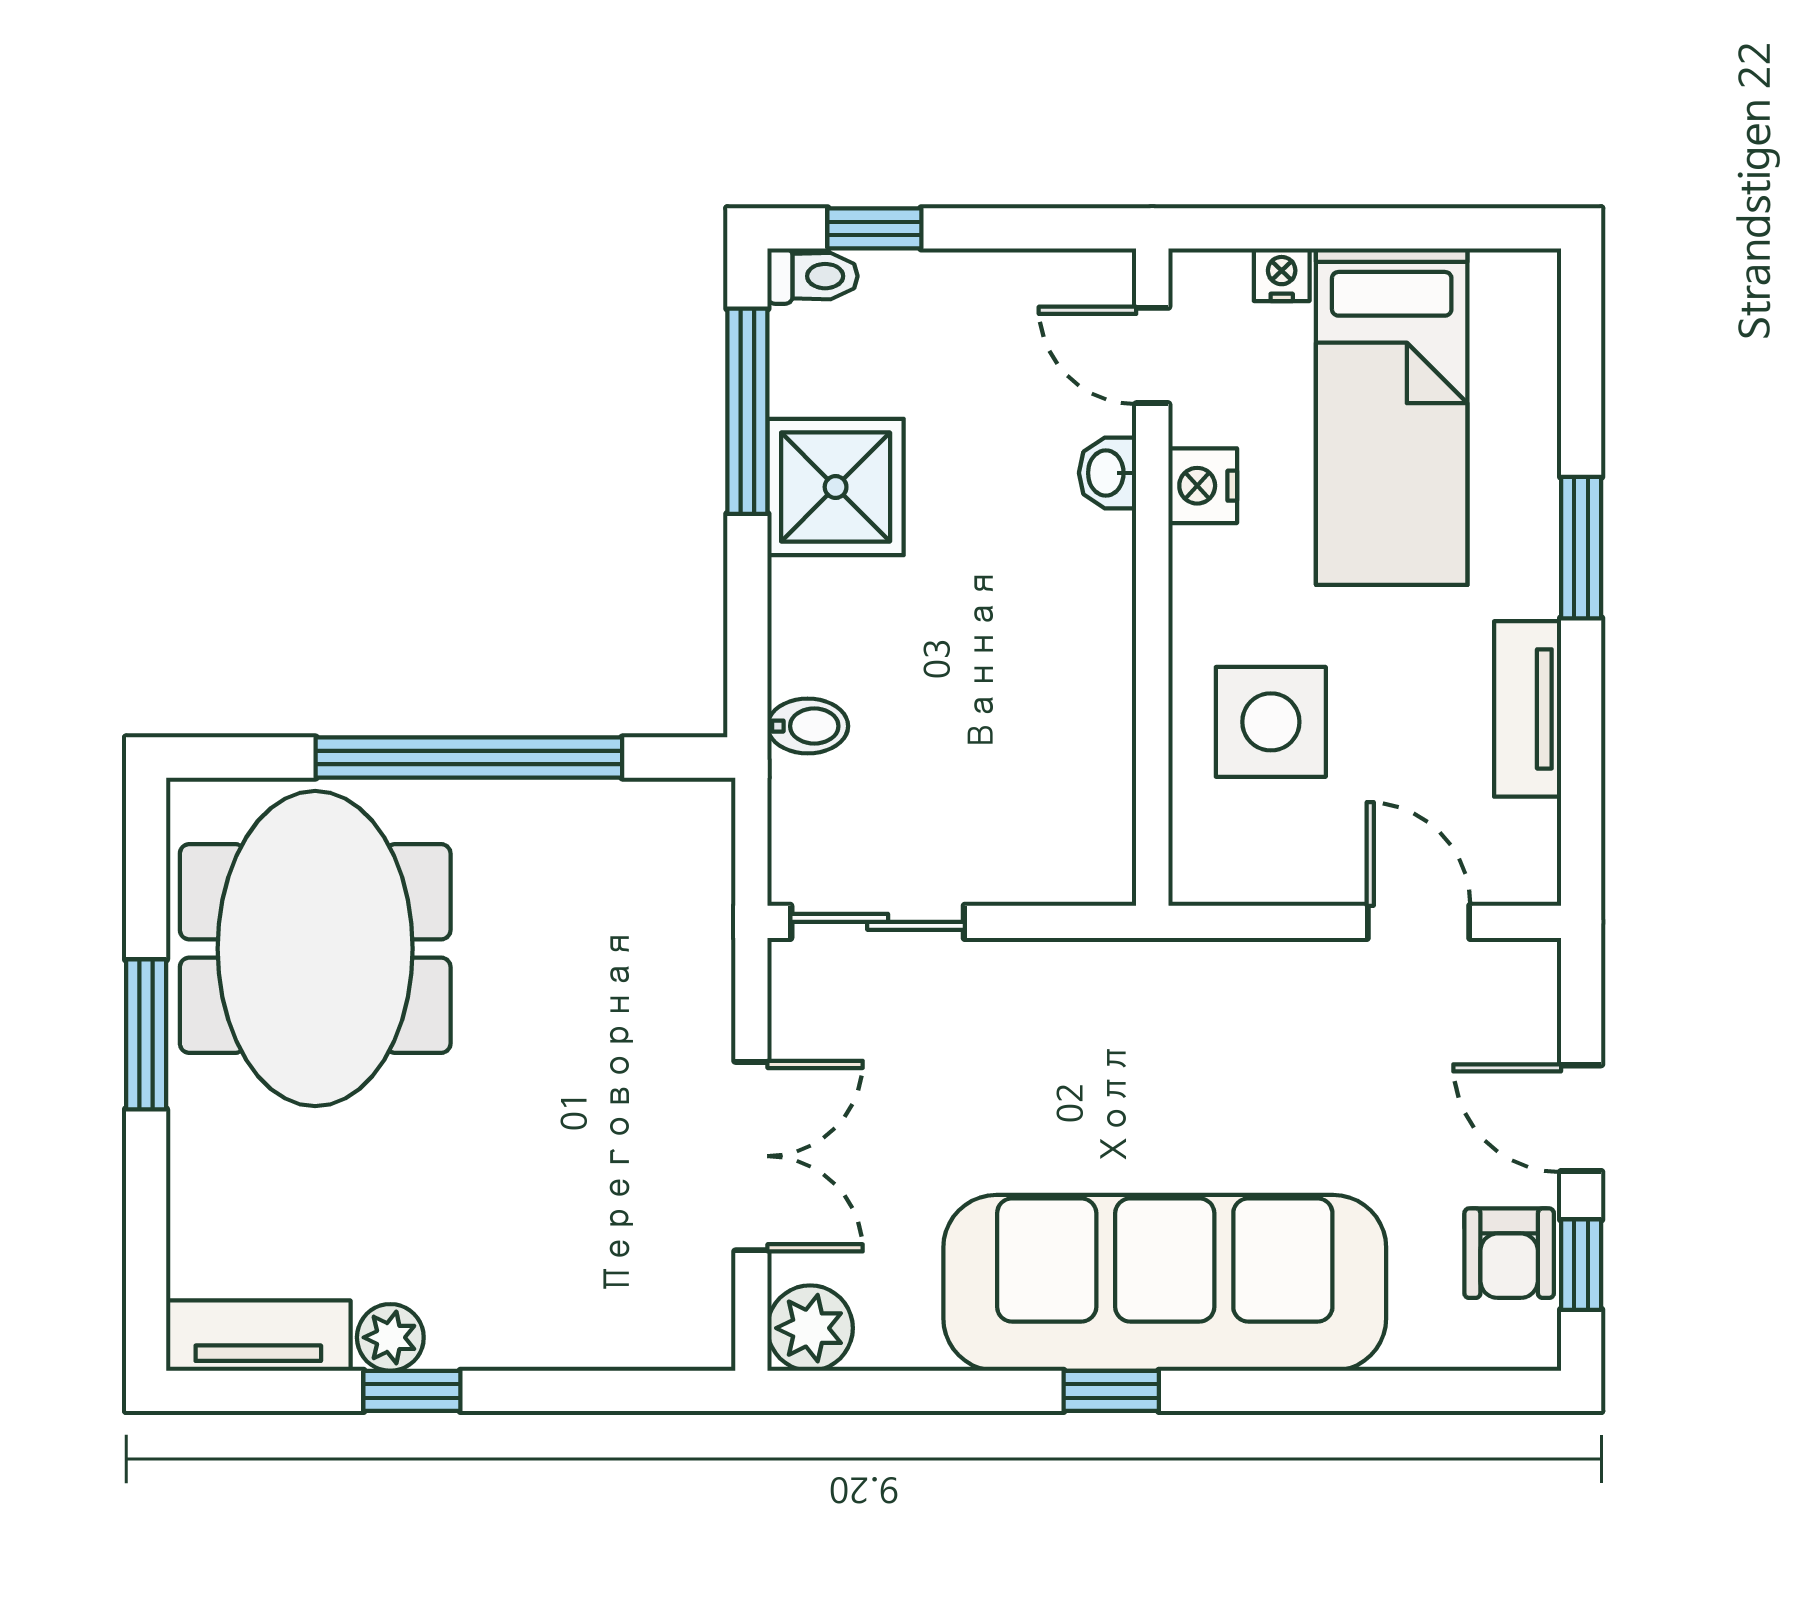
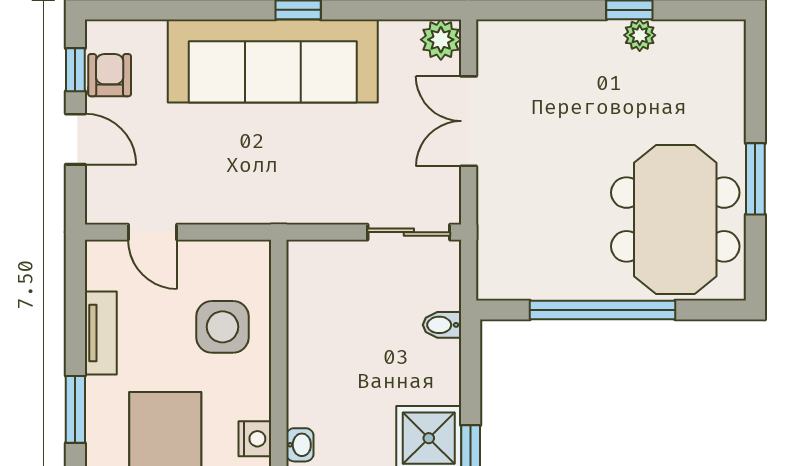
tv unit: (258, 1336) -> (702, 36), removed

